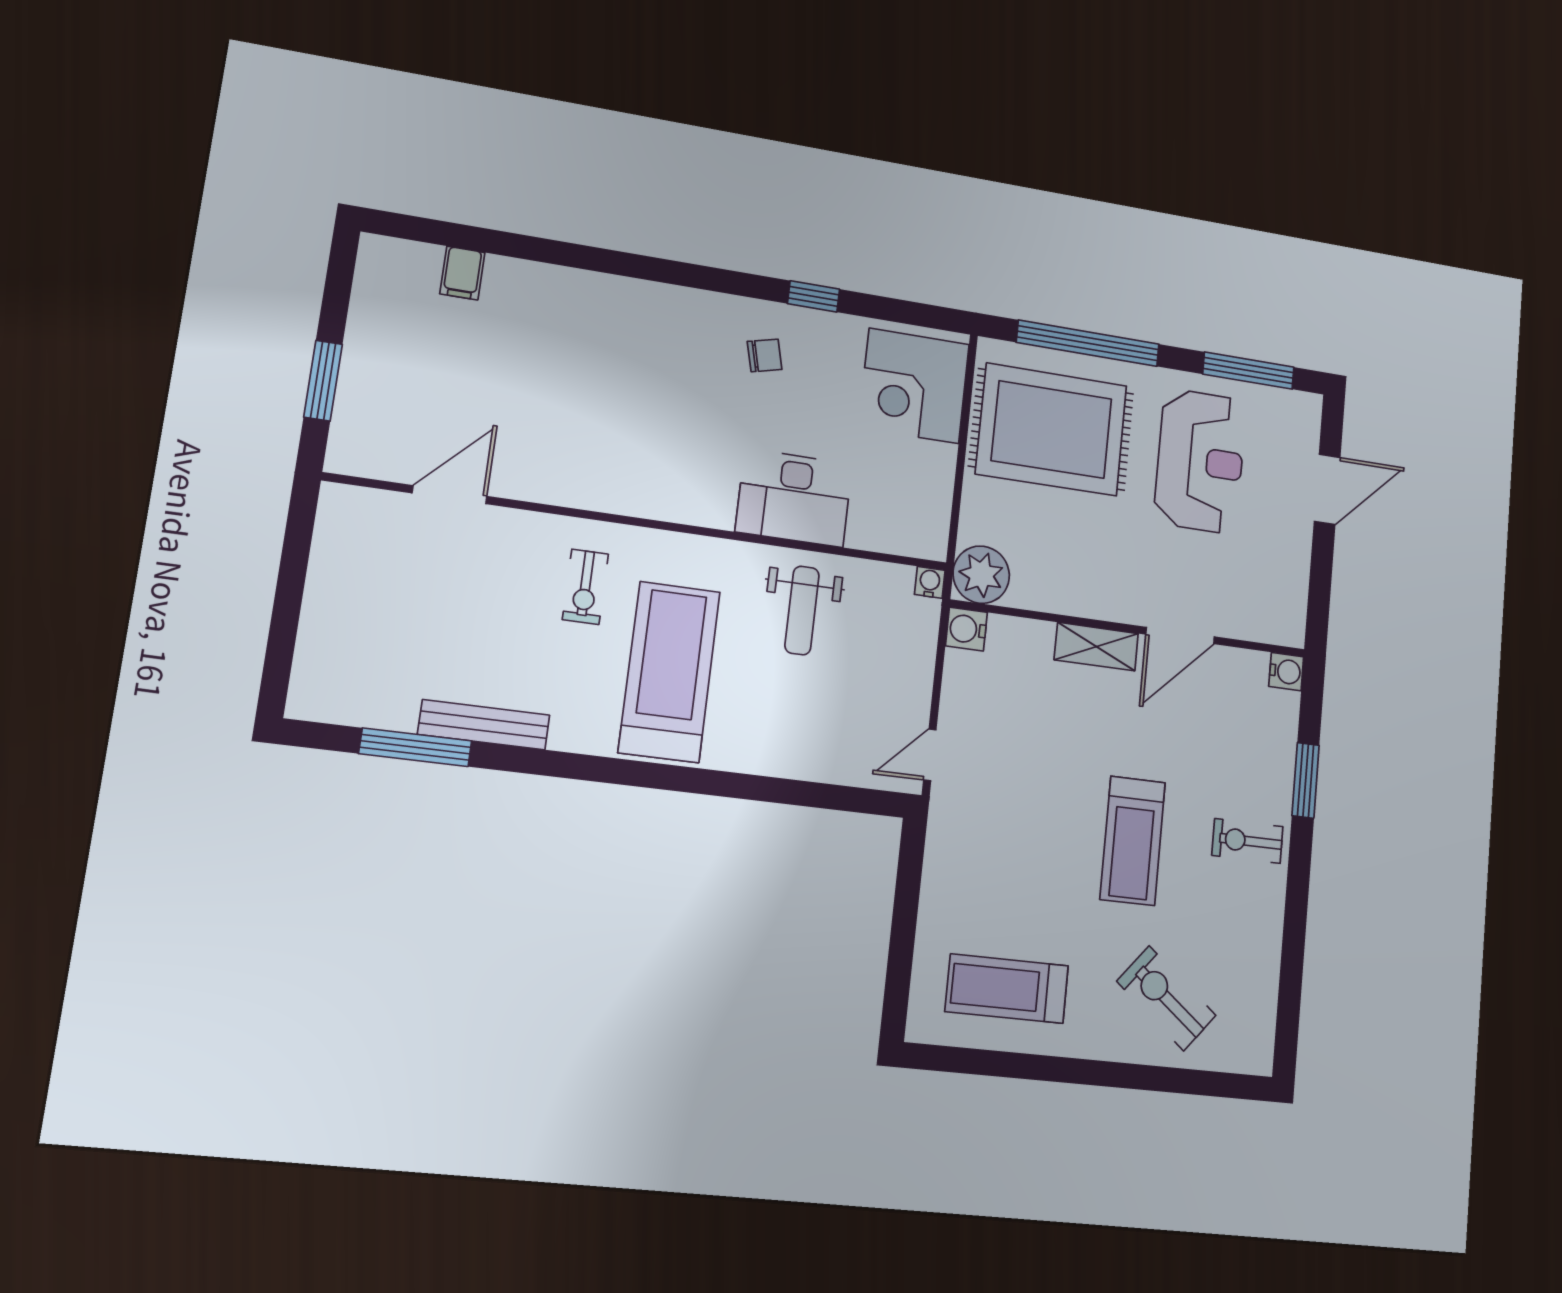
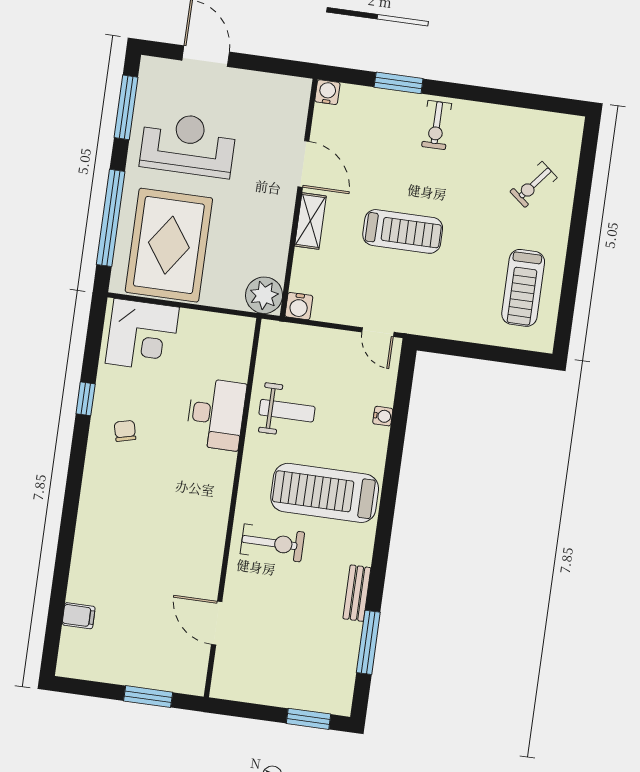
water cooler: (930, 582) -> (383, 416), moved, turned 180
exercise bike: (585, 587) -> (272, 543), width x1.38, depth x1.39
window: (280, 647) -> (309, 719), added
bench: (484, 725) -> (357, 593), width x0.73
treadmill: (1133, 841) -> (403, 231), moved
exercise bike: (1166, 998) -> (533, 185), width x0.73, depth x0.72

